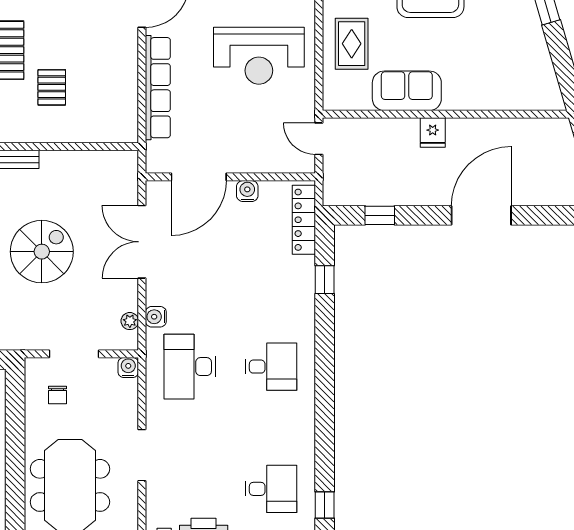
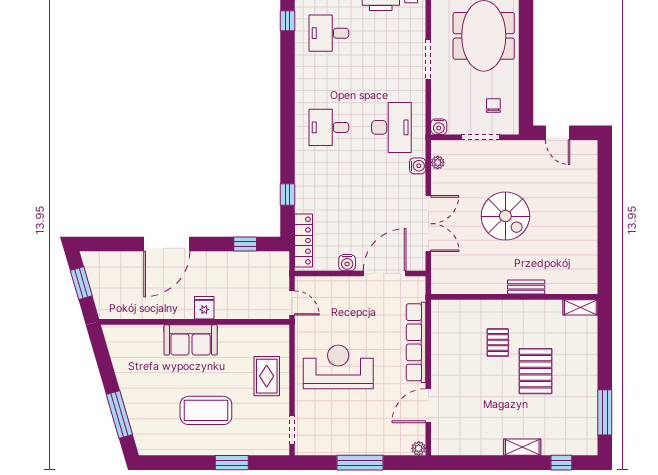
sofa: (407, 91) -> (191, 340), moved
spiral stairs: (42, 252) -> (505, 216), turned -90

